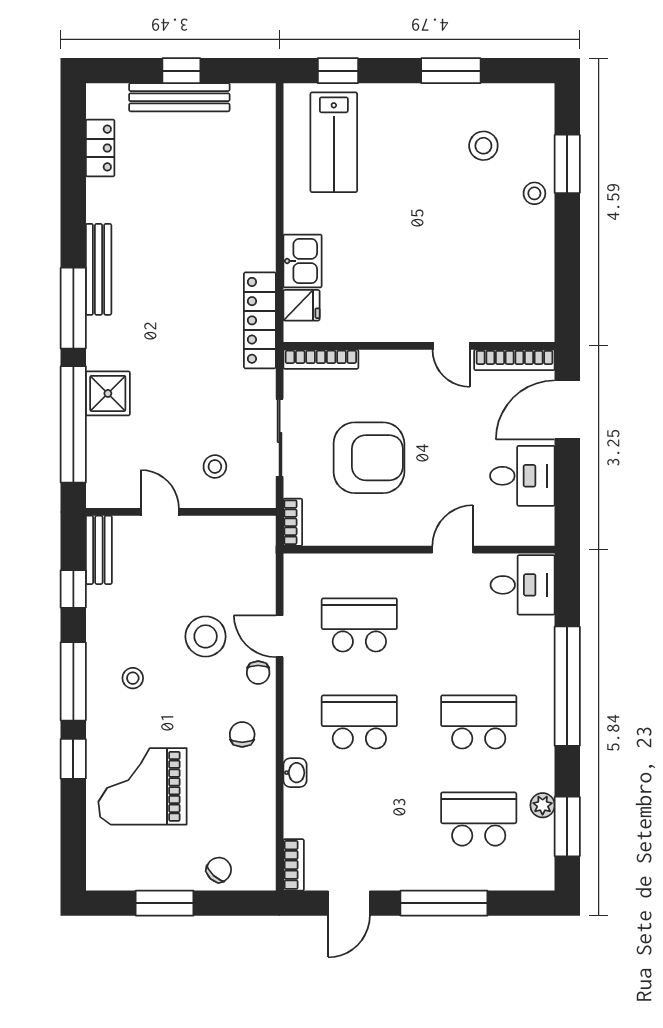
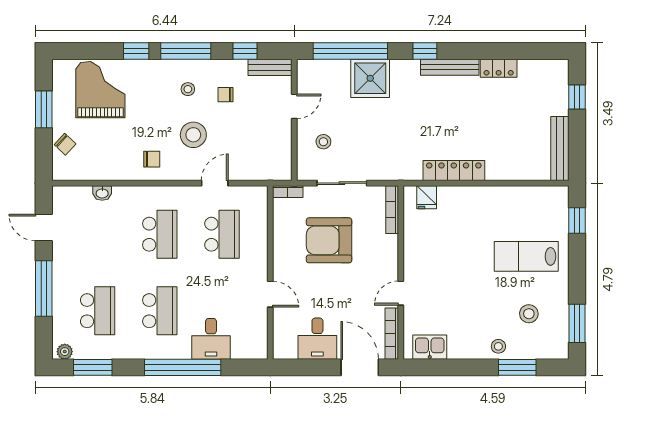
window: (181, 71) -> (577, 97), moved
window: (451, 71) -> (577, 323), moved
bench: (179, 97) -> (560, 148), moved
lab bench: (334, 142) -> (526, 256), moved
locker: (100, 148) -> (499, 68), moved
kitchen sink: (302, 261) -> (430, 347), moved, turned 180
window: (73, 308) -> (425, 51), width x0.46
locker: (260, 320) -> (454, 171), moved
shower: (108, 393) -> (370, 78), width x1.36, depth x1.36
armchair: (369, 458) -> (329, 240), turned 90
desk: (523, 585) -> (211, 339), moved
stool: (206, 636) -> (193, 135), moved
chair: (258, 673) -> (225, 95), moved
washbasin: (295, 773) -> (102, 193), moved
grand piano: (143, 786) -> (100, 90), moved
plant: (543, 805) -> (65, 352), moved
bookcase: (294, 865) -> (68, 192), removed

